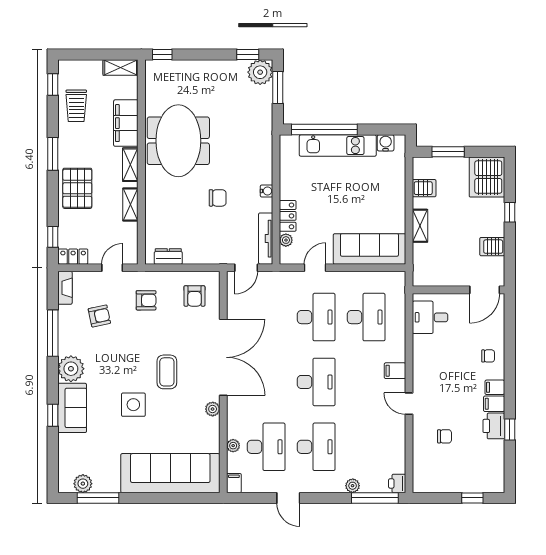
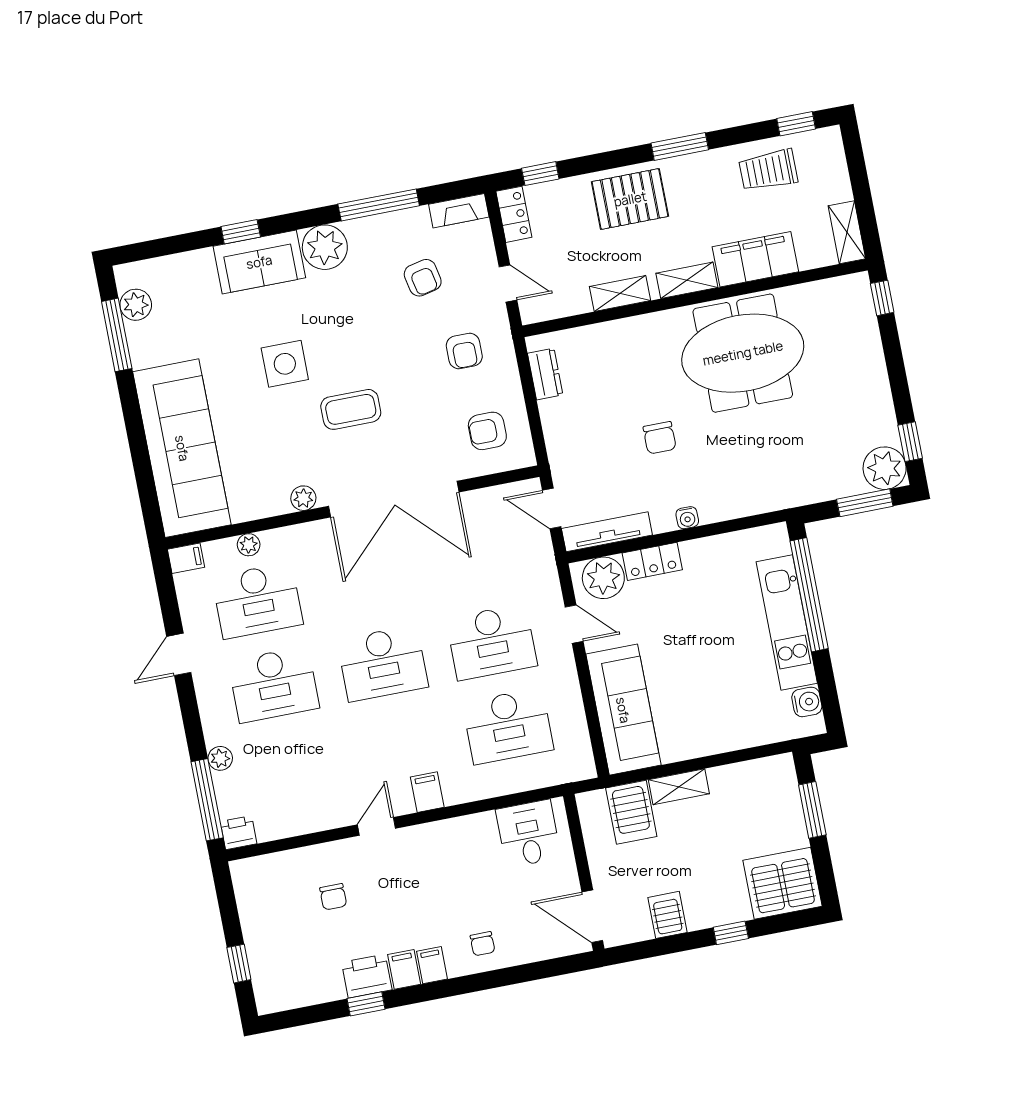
server rack: (424, 188) -> (631, 812), moved, width x1.36, depth x1.44
plant: (286, 240) -> (603, 578), width x1.88, depth x1.88

